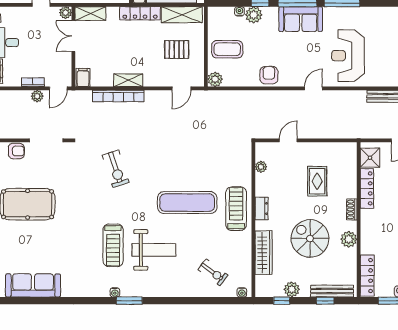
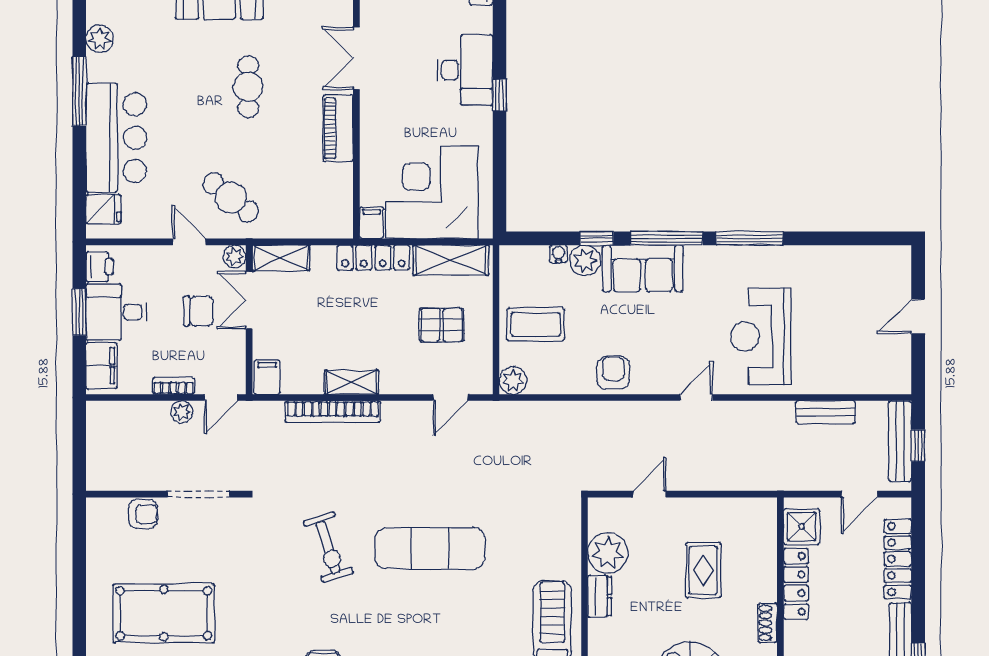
sofa: (301, 19) -> (643, 268), moved
chair: (46, 42) -> (199, 311), added
plant: (261, 167) -> (608, 553), width x1.88, depth x1.88
exercise mat: (187, 203) -> (430, 548), moved
dresser: (262, 208) -> (600, 596), moved

